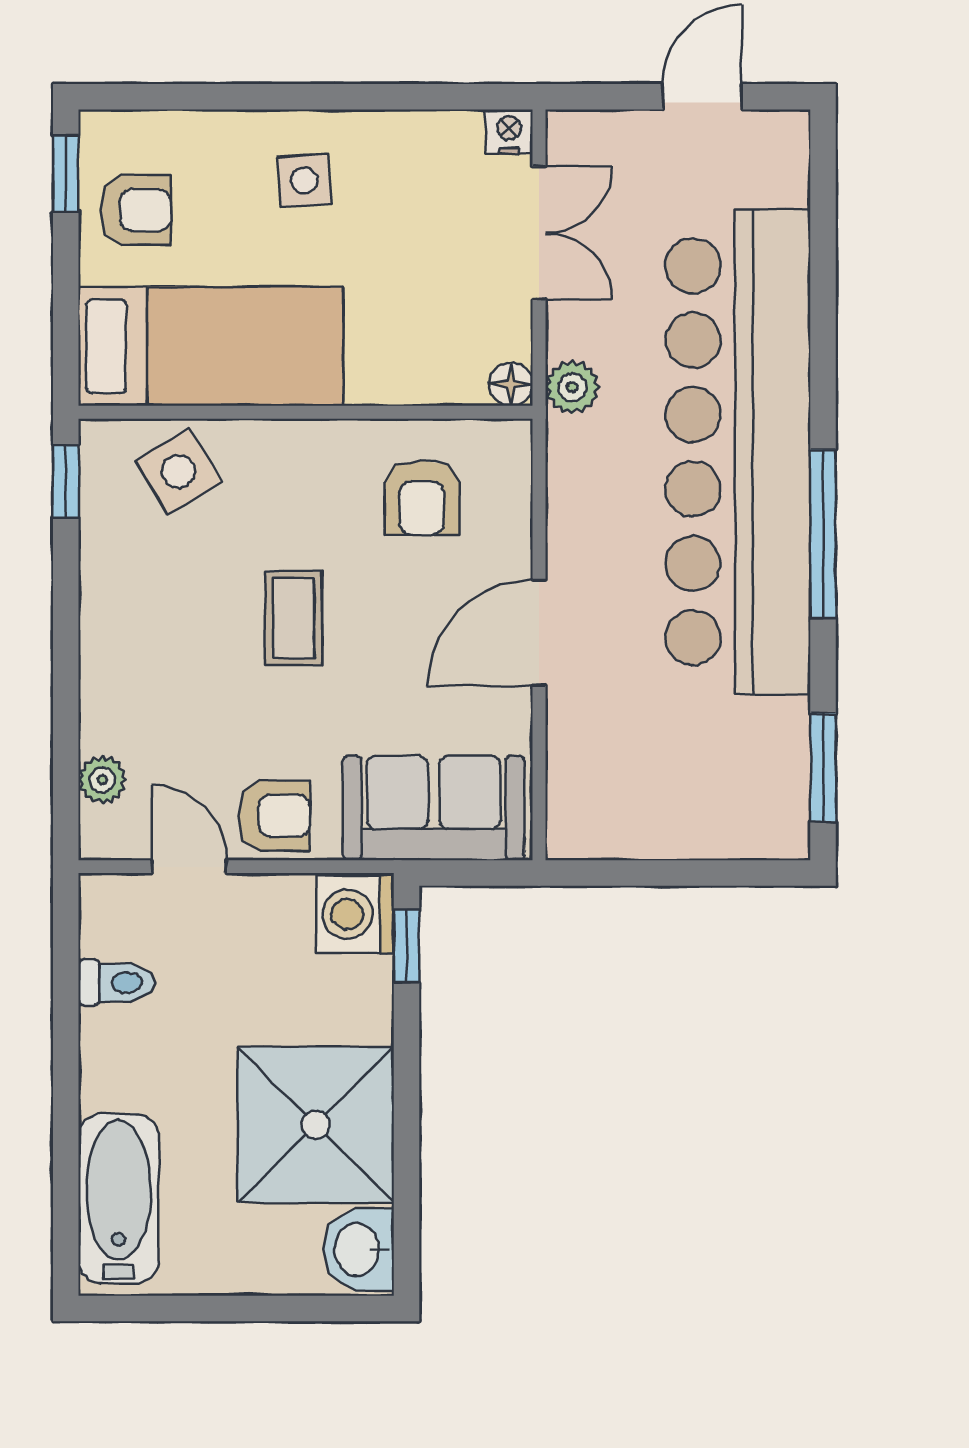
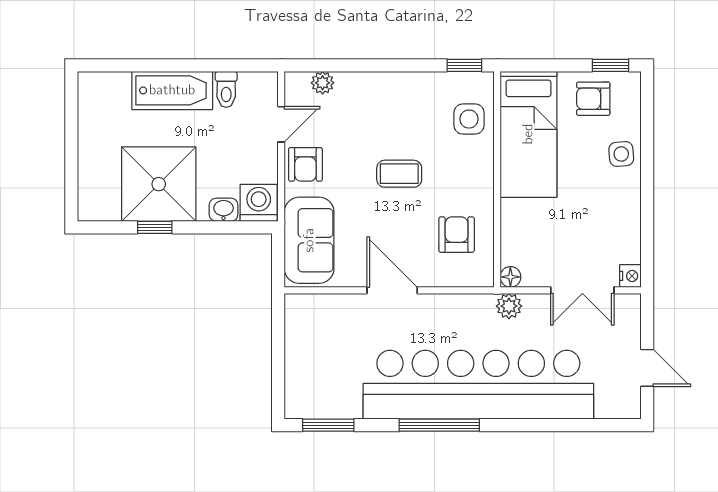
side table: (304, 180) -> (621, 154), moved
armchair: (136, 210) -> (593, 99), turned 90
side table: (179, 471) -> (469, 119), turned 31
armchair: (422, 498) -> (457, 235), turned 90
window: (407, 946) -> (155, 227), moved
bathtub: (118, 1199) -> (172, 90), moved
washbasin: (359, 1250) -> (224, 210), moved, width x0.72, depth x0.69

